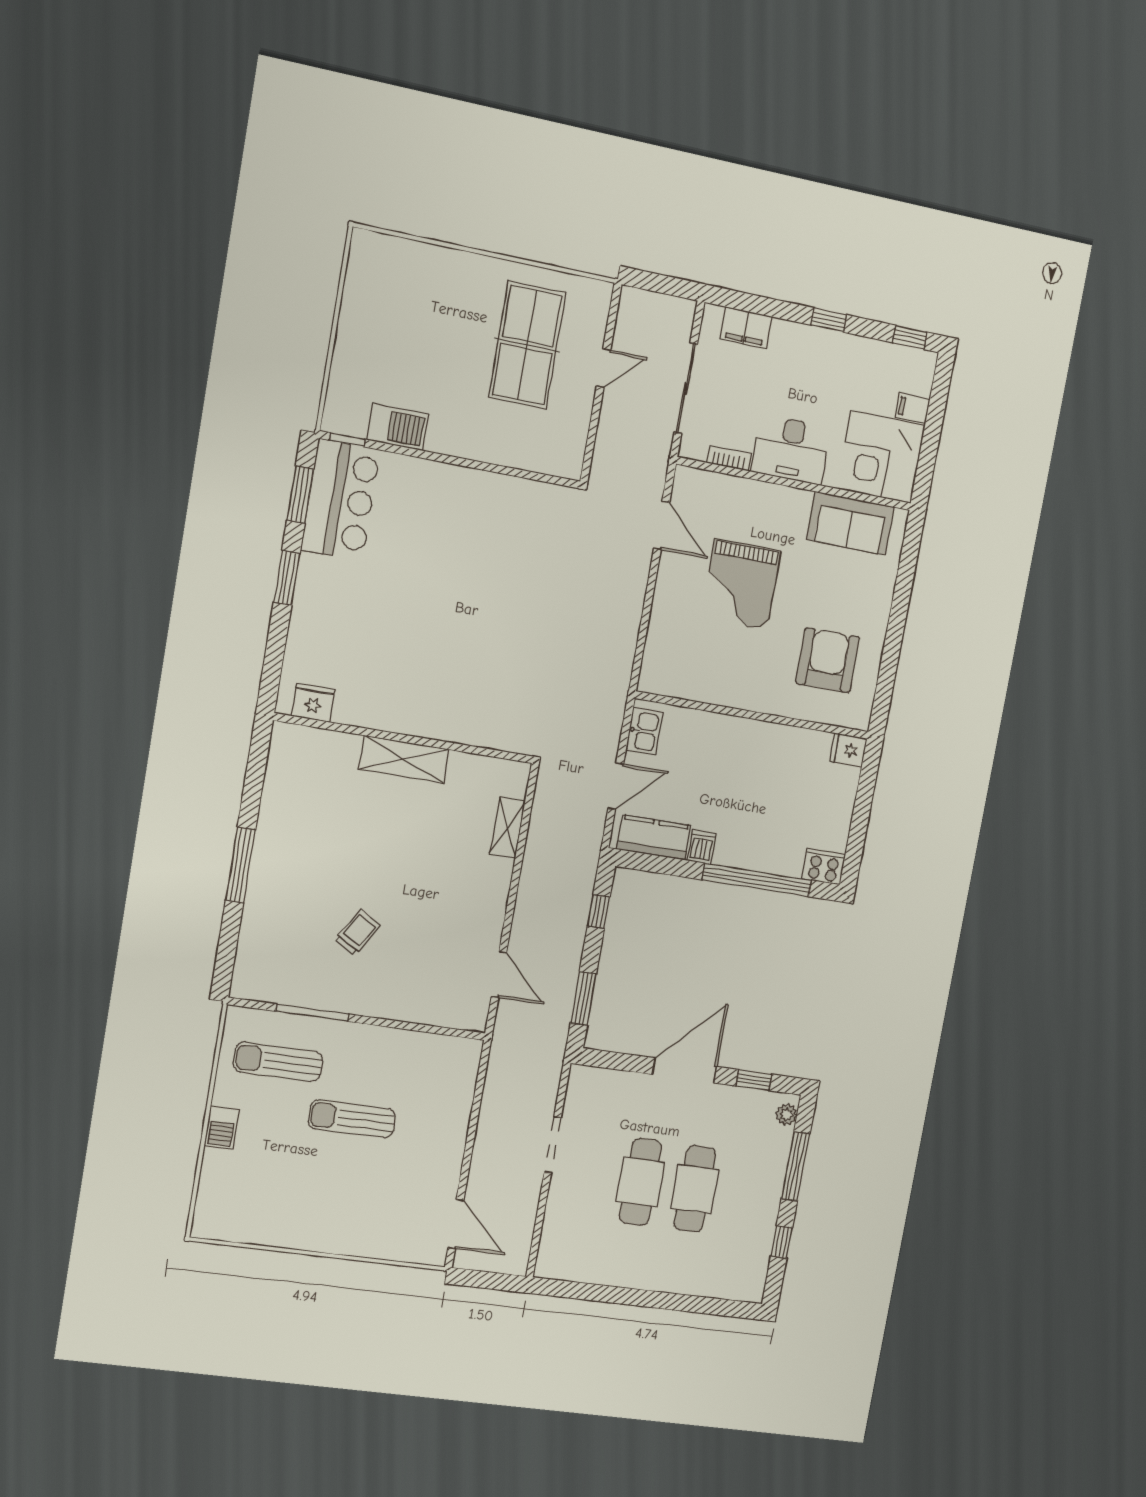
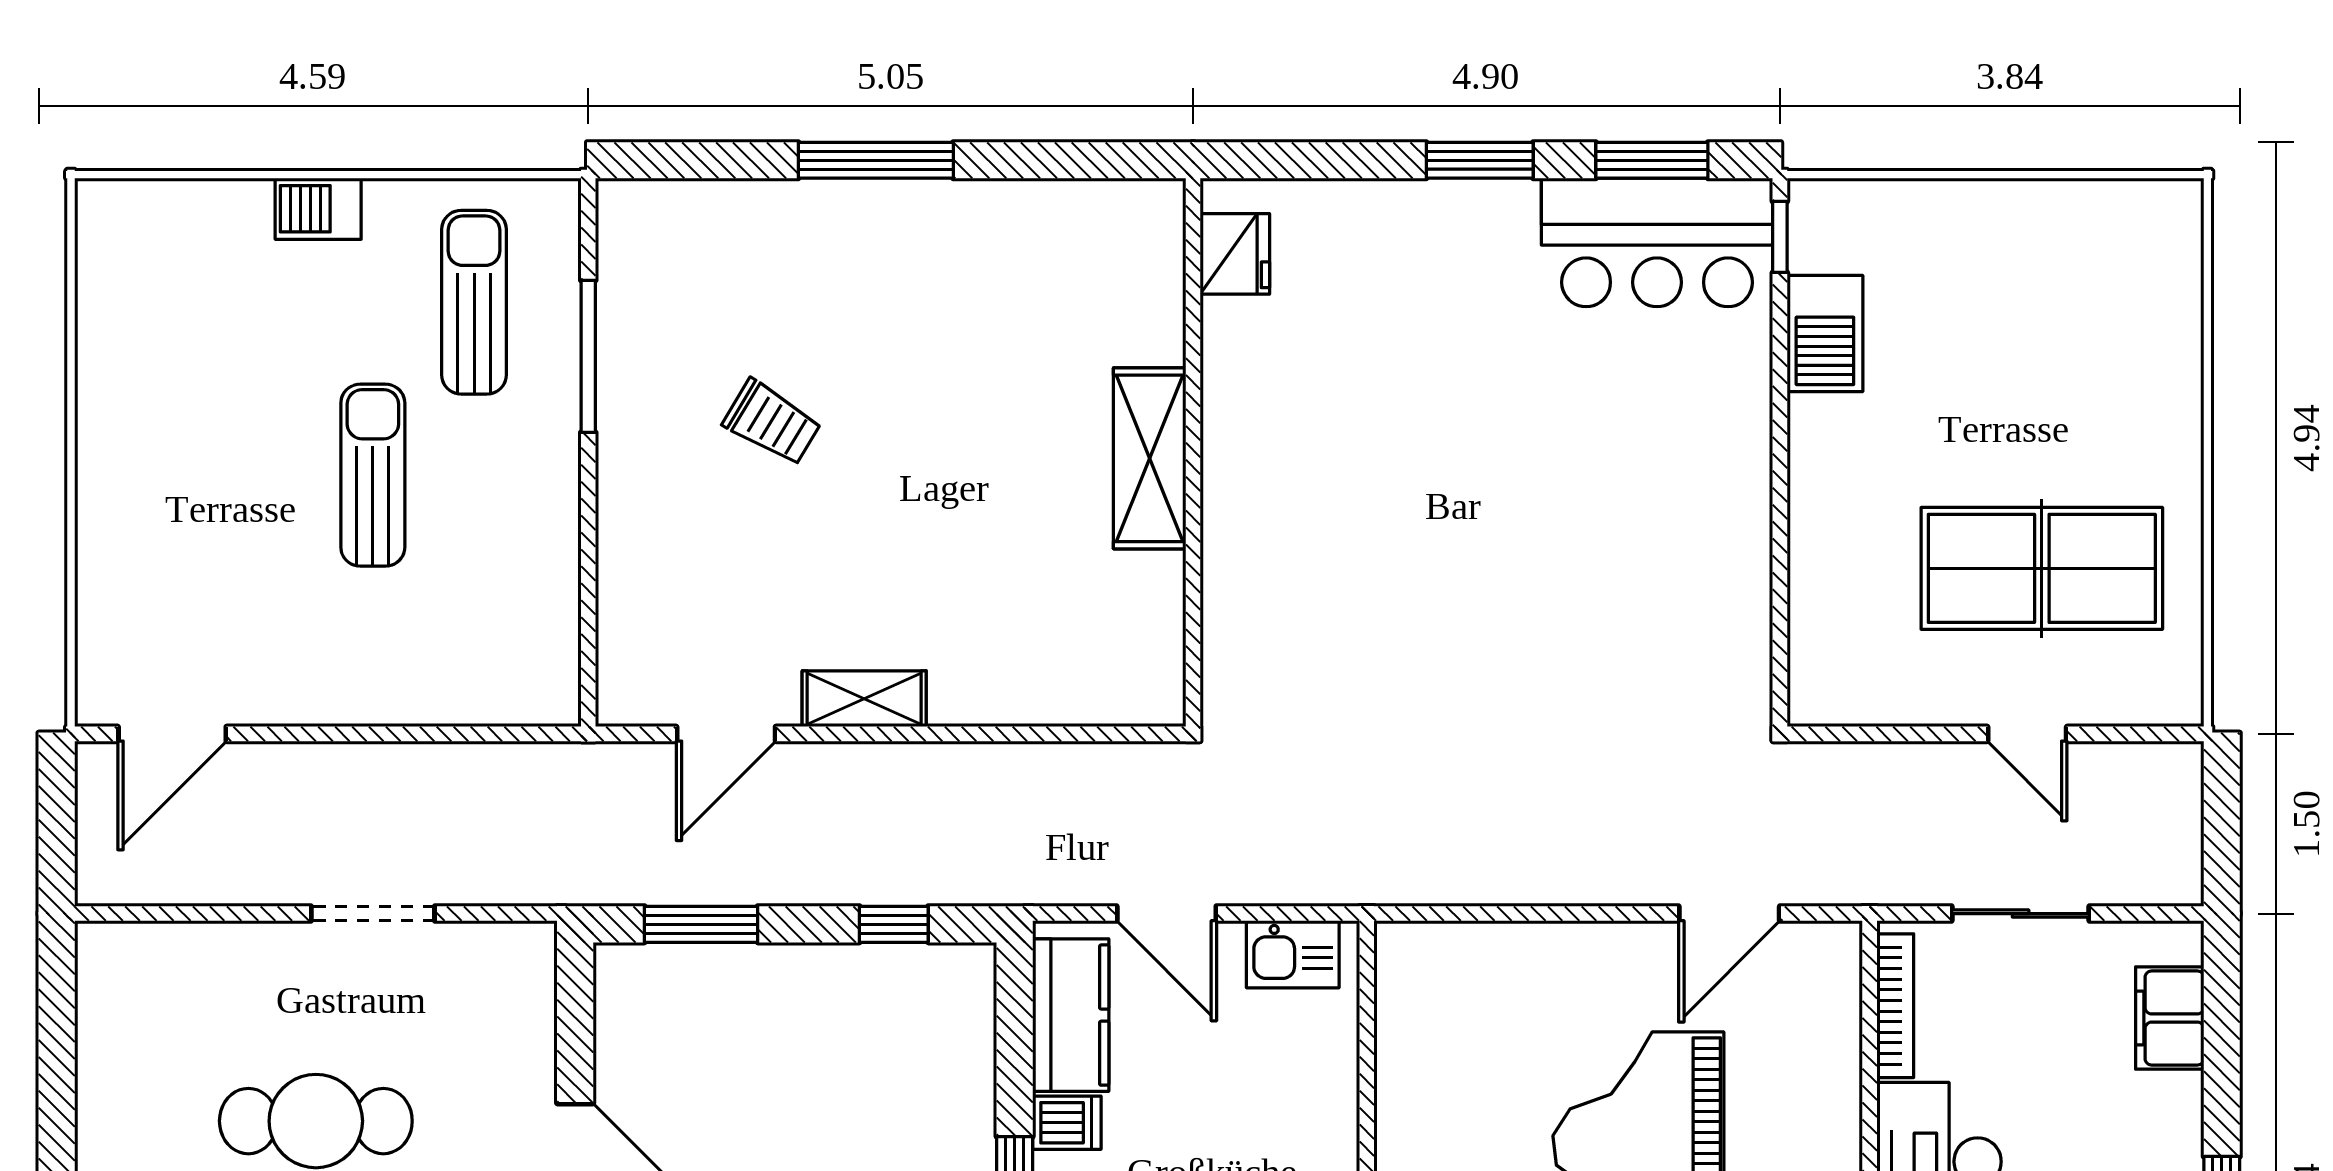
sliding door: (686, 388) -> (2021, 914), width x0.73
bookcase: (729, 458) -> (1895, 1006), width x1.56
shelving: (508, 827) -> (864, 699), moved

